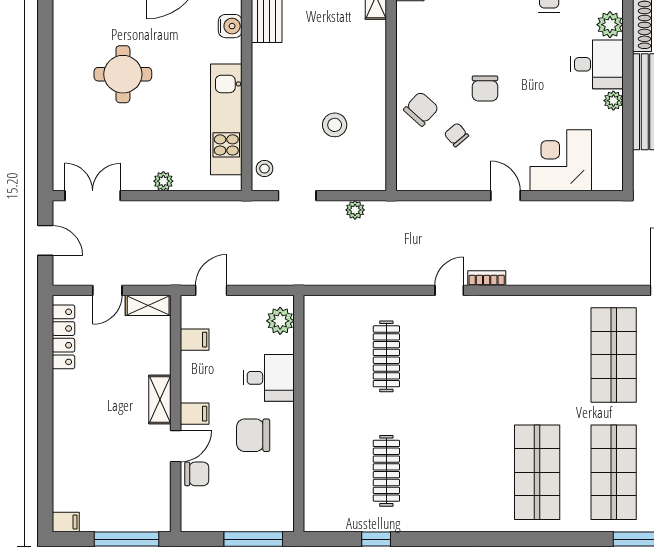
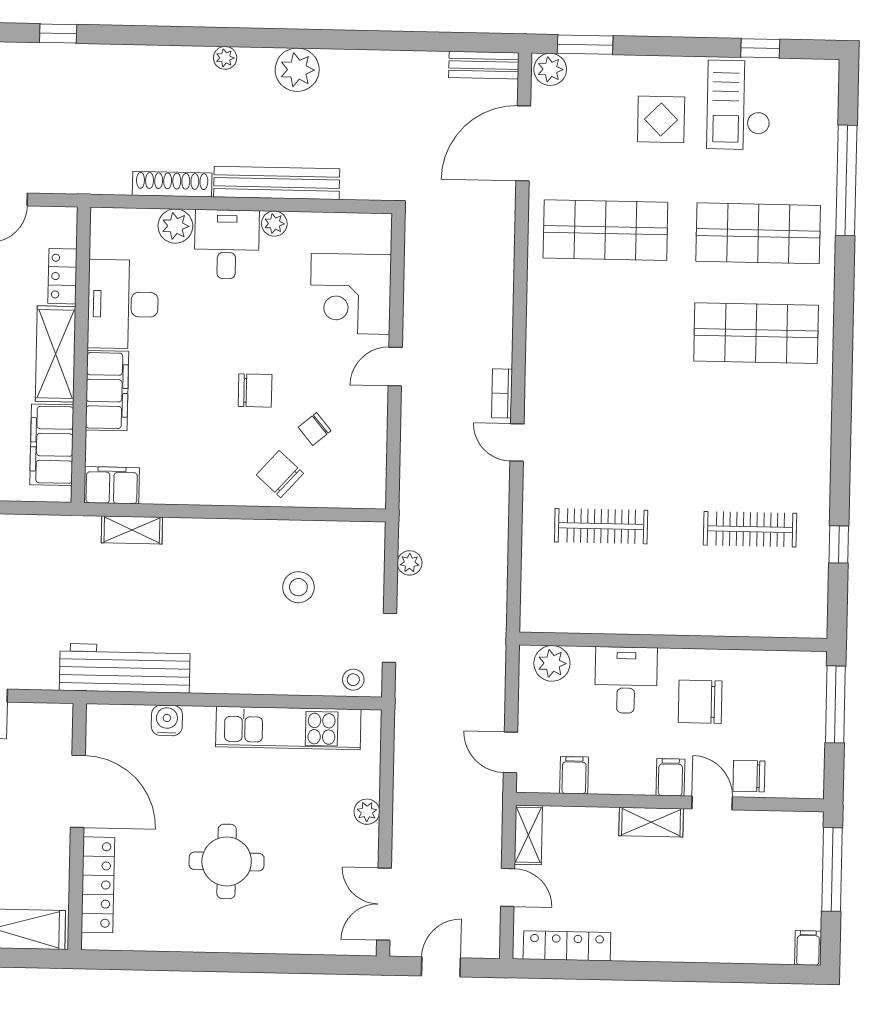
chair: (253, 435) -> (700, 702), turned 90
chair: (197, 474) -> (749, 776), turned -90

